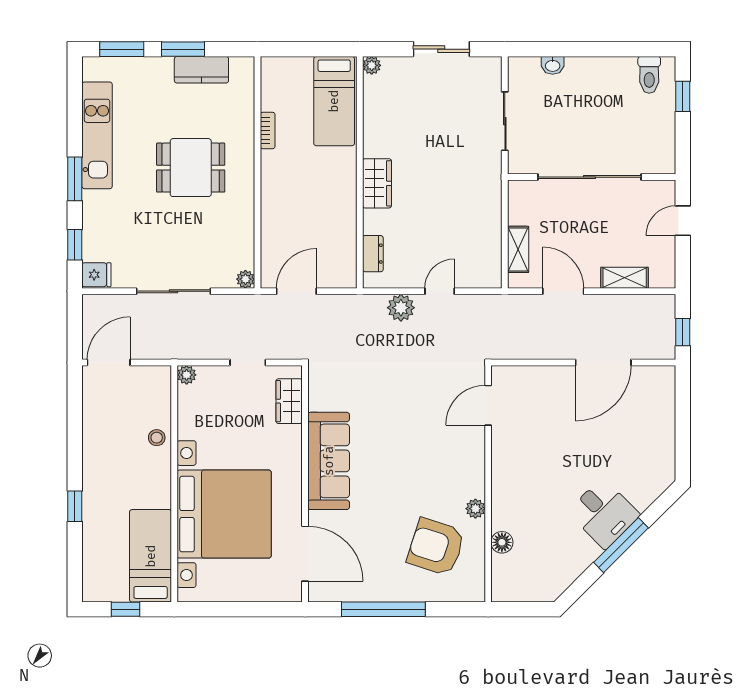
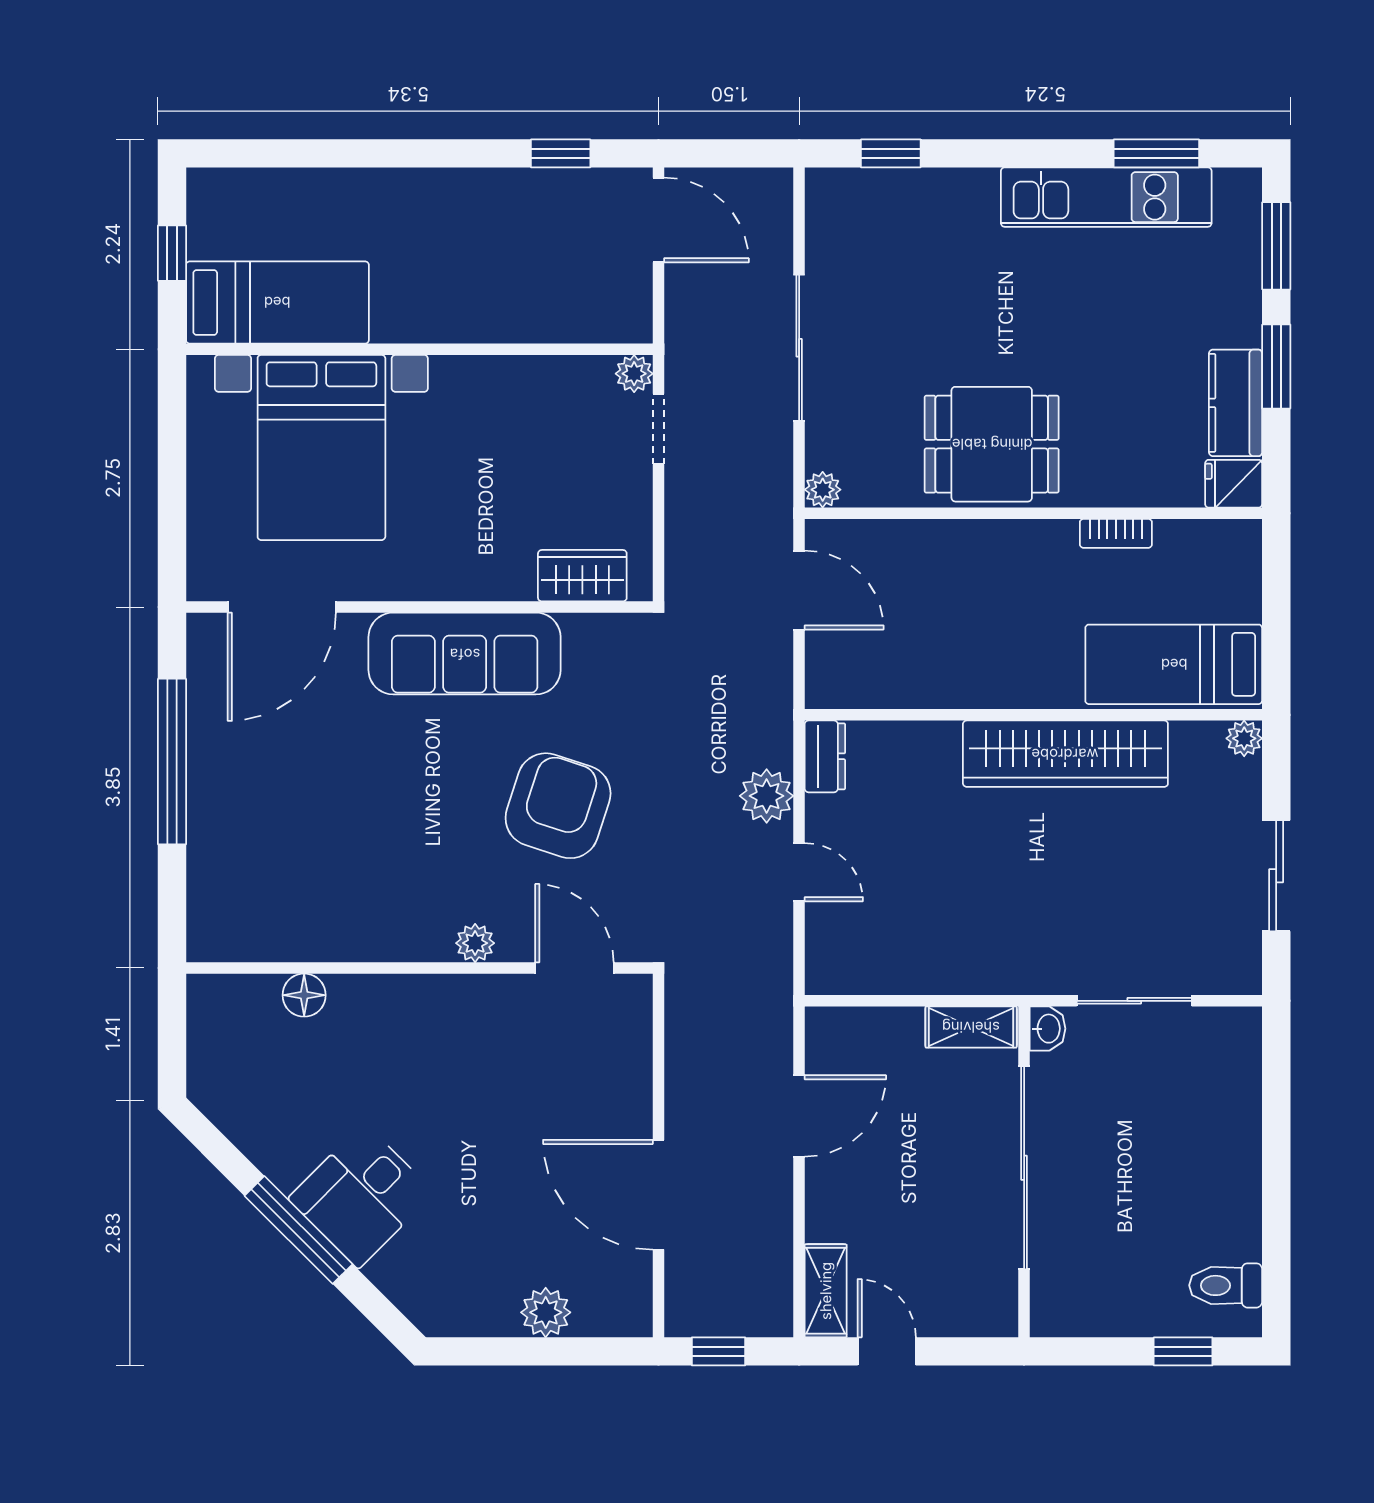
washbasin: (553, 65) -> (1048, 1029), moved, turned 180
dining table: (191, 168) -> (992, 444), moved, turned 90
window: (75, 179) -> (1156, 153), moved
wardrobe: (377, 183) -> (1065, 754), width x2.10, depth x1.17
door: (683, 221) -> (887, 1351), moved
shelving: (518, 249) -> (971, 1027), moved
dresser: (373, 254) -> (825, 756), moved, turned -90
fridge: (96, 275) -> (1234, 484), moved, turned 90
shelving: (625, 278) -> (826, 1291), moved
doorway: (248, 363) -> (658, 429), moved
plant: (663, 420) -> (546, 1312), added
stool: (157, 438) -> (510, 315), removed
window: (75, 506) -> (561, 153), moved
plant: (475, 509) -> (475, 943), moved
bed with nightstands: (224, 514) -> (321, 447), width x0.73
armchair: (436, 547) -> (558, 806), moved

